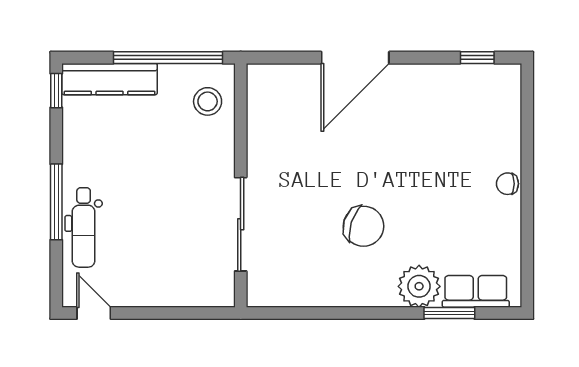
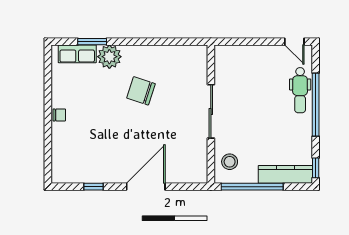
window: (477, 58) -> (93, 187), moved
window: (56, 202) -> (316, 105), width x1.46
sliding door: (241, 224) -> (211, 111), moved
dental chair: (84, 227) -> (300, 90), turned 180

